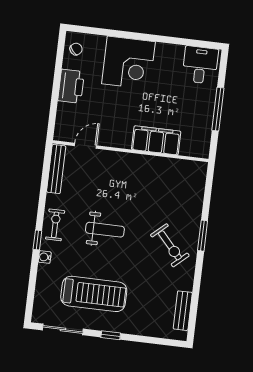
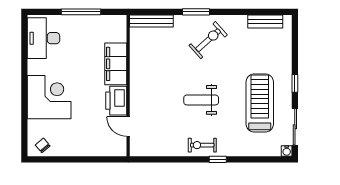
desk: (200, 65) -> (44, 38), width x1.37
printer: (71, 86) -> (116, 101), moved, turned -90
bench: (56, 169) -> (151, 21), moved
weight bench: (105, 230) -> (201, 100), turned -90
water cooler: (45, 257) -> (287, 151), moved

